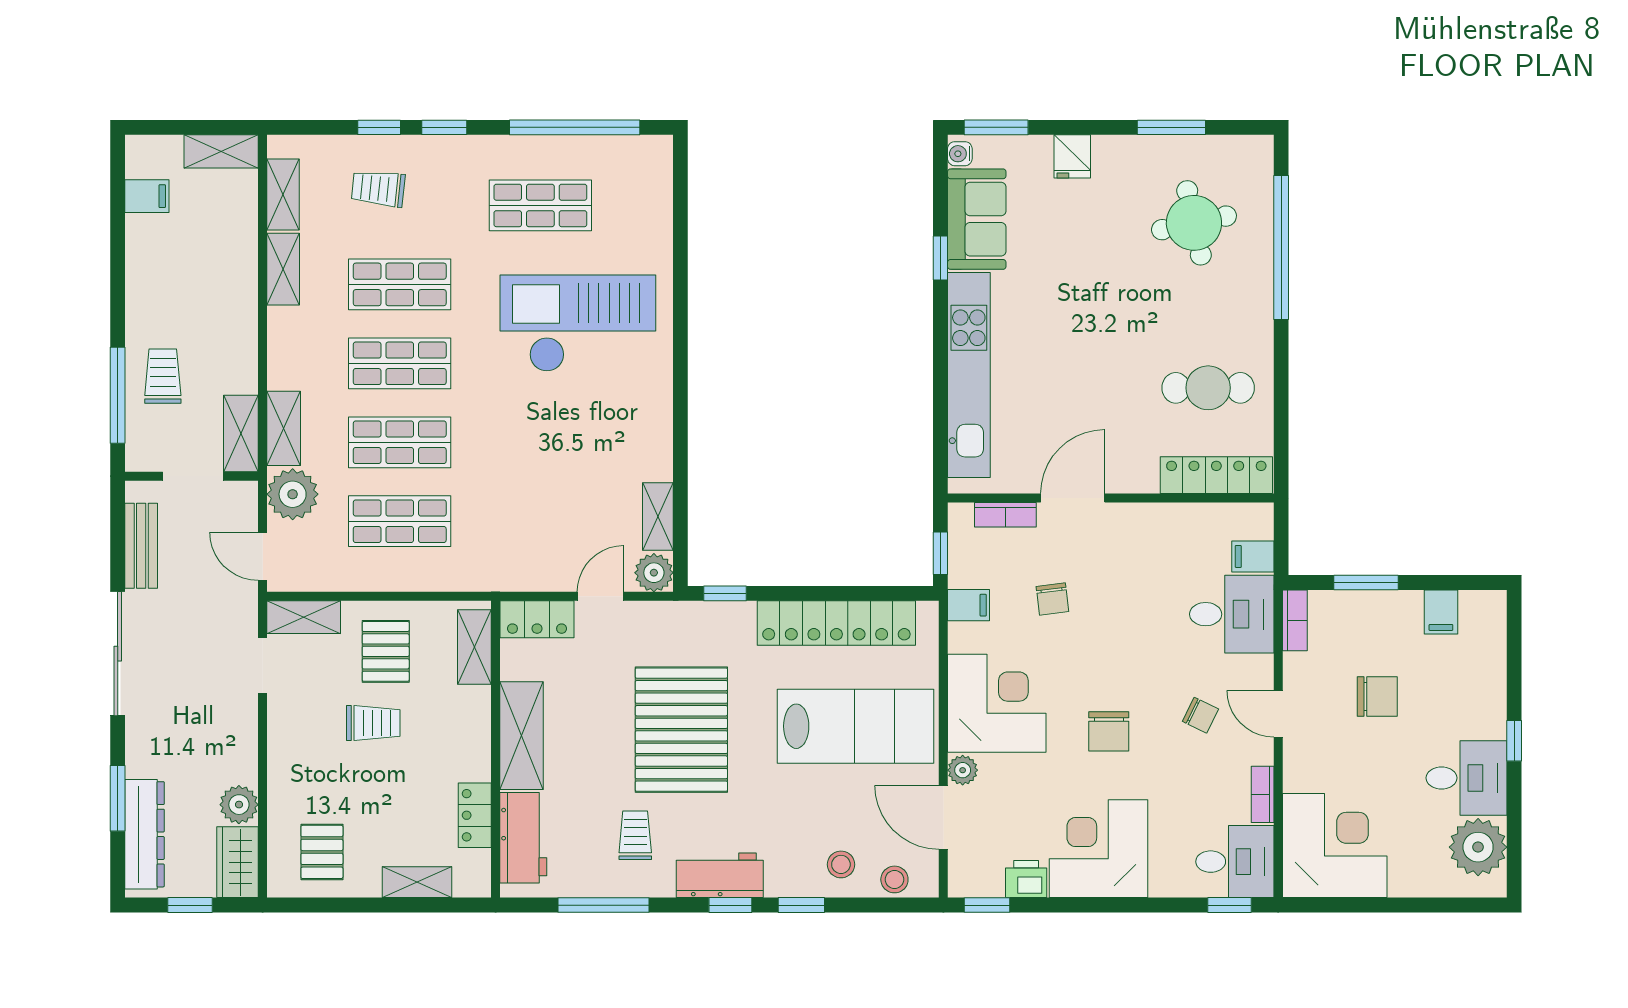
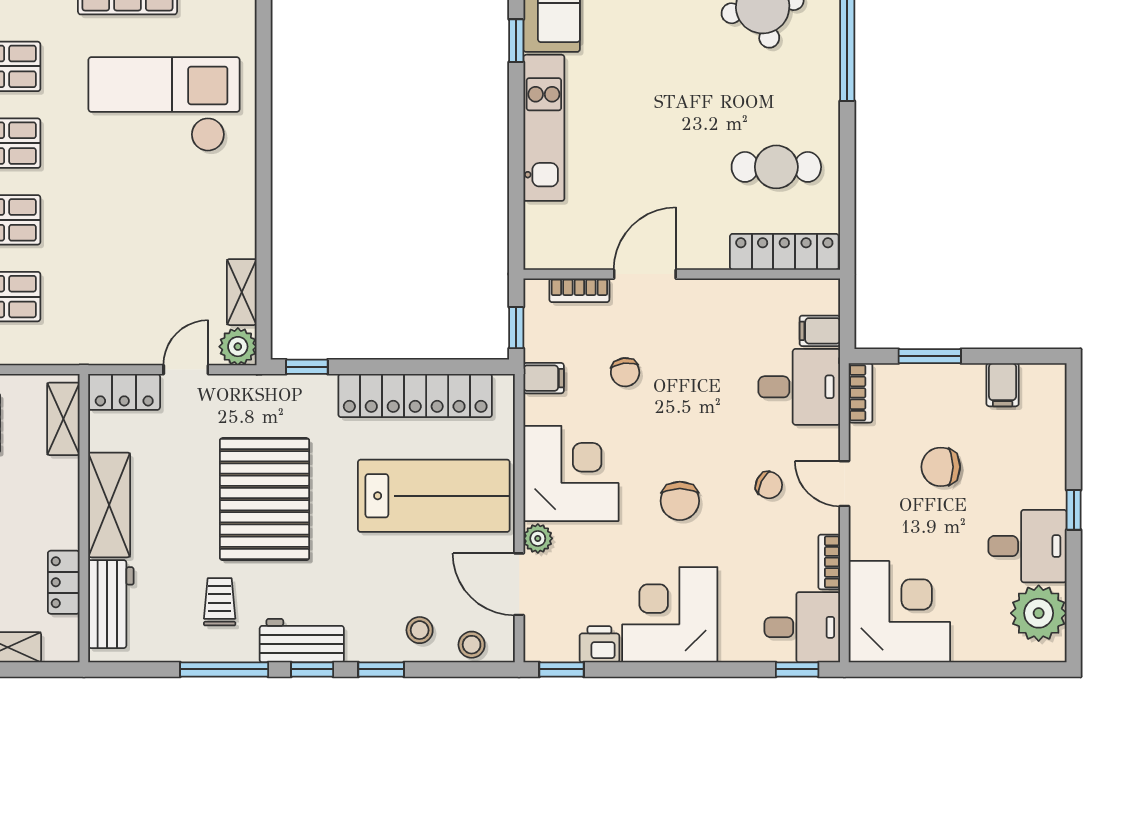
kitchen unit: (969, 375) -> (544, 128), width x0.73
chair: (1377, 696) -> (941, 467), turned 180
window: (604, 905) -> (224, 669), moved

